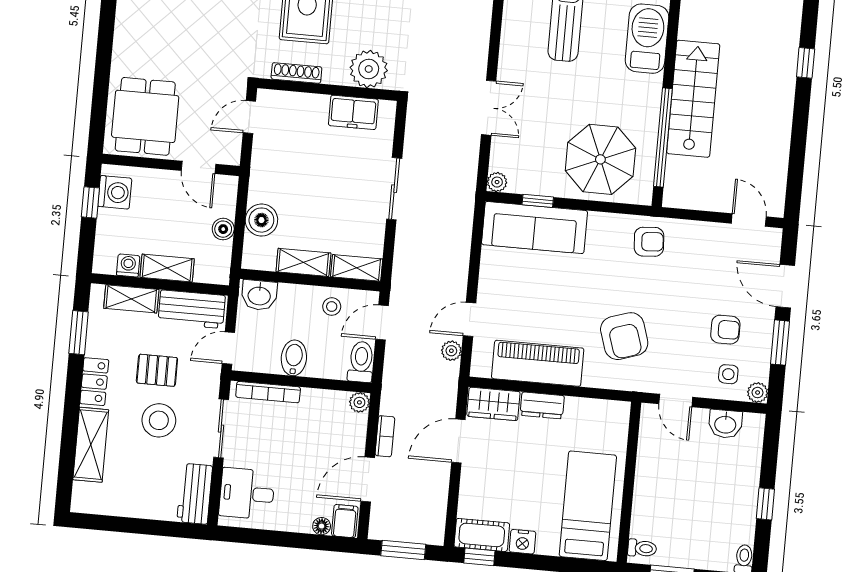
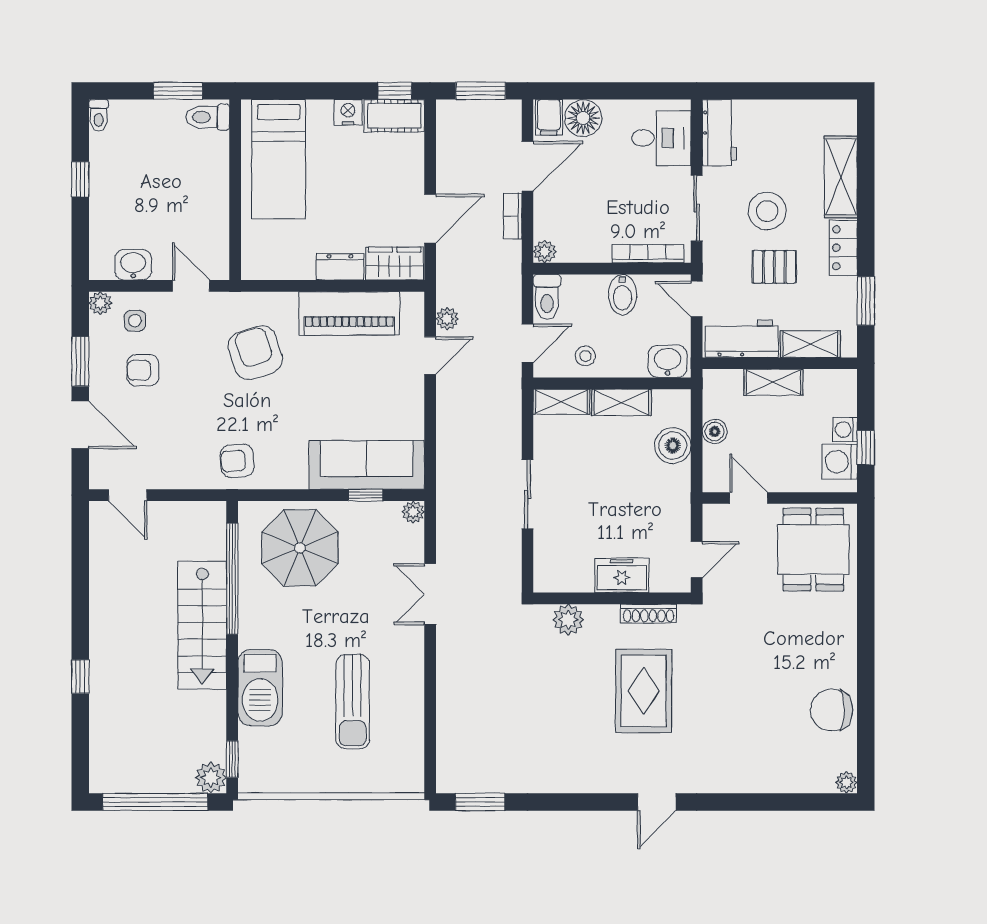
plant: (369, 69) -> (568, 620), width x0.73, depth x0.73
freezer: (353, 112) -> (622, 575), moved
washing machine: (128, 265) -> (845, 430), moved, turned 90
door: (228, 348) -> (697, 299), swing flipped
floor lamp: (322, 526) -> (583, 118), width x1.89, depth x1.89
toilet: (642, 548) -> (207, 117), width x1.37, depth x1.39

